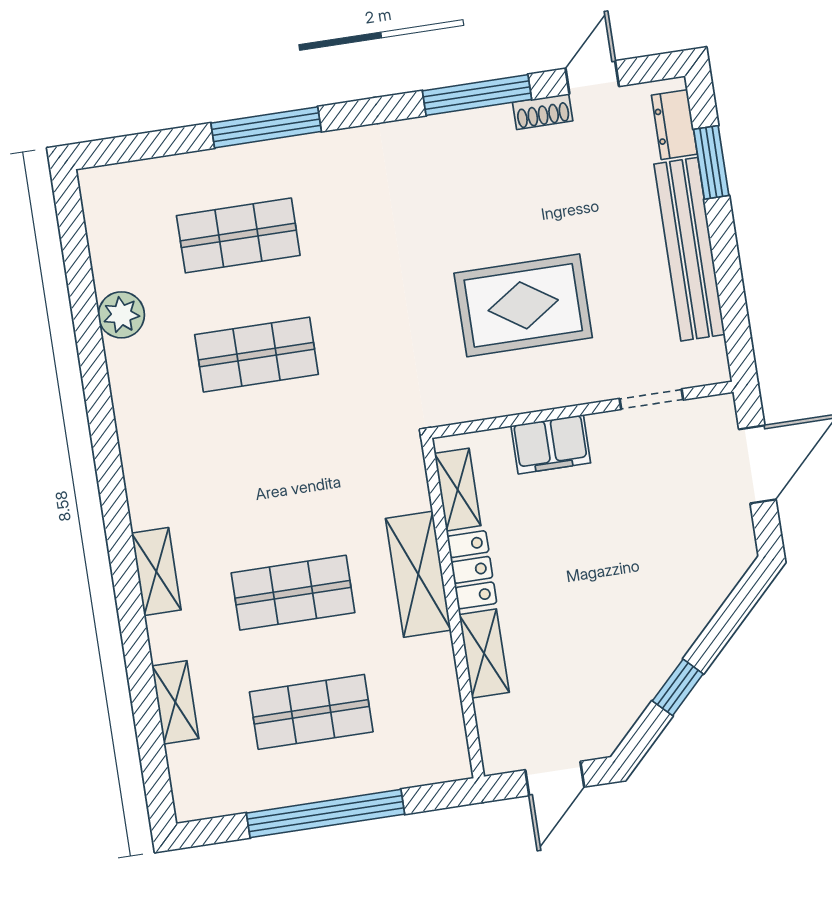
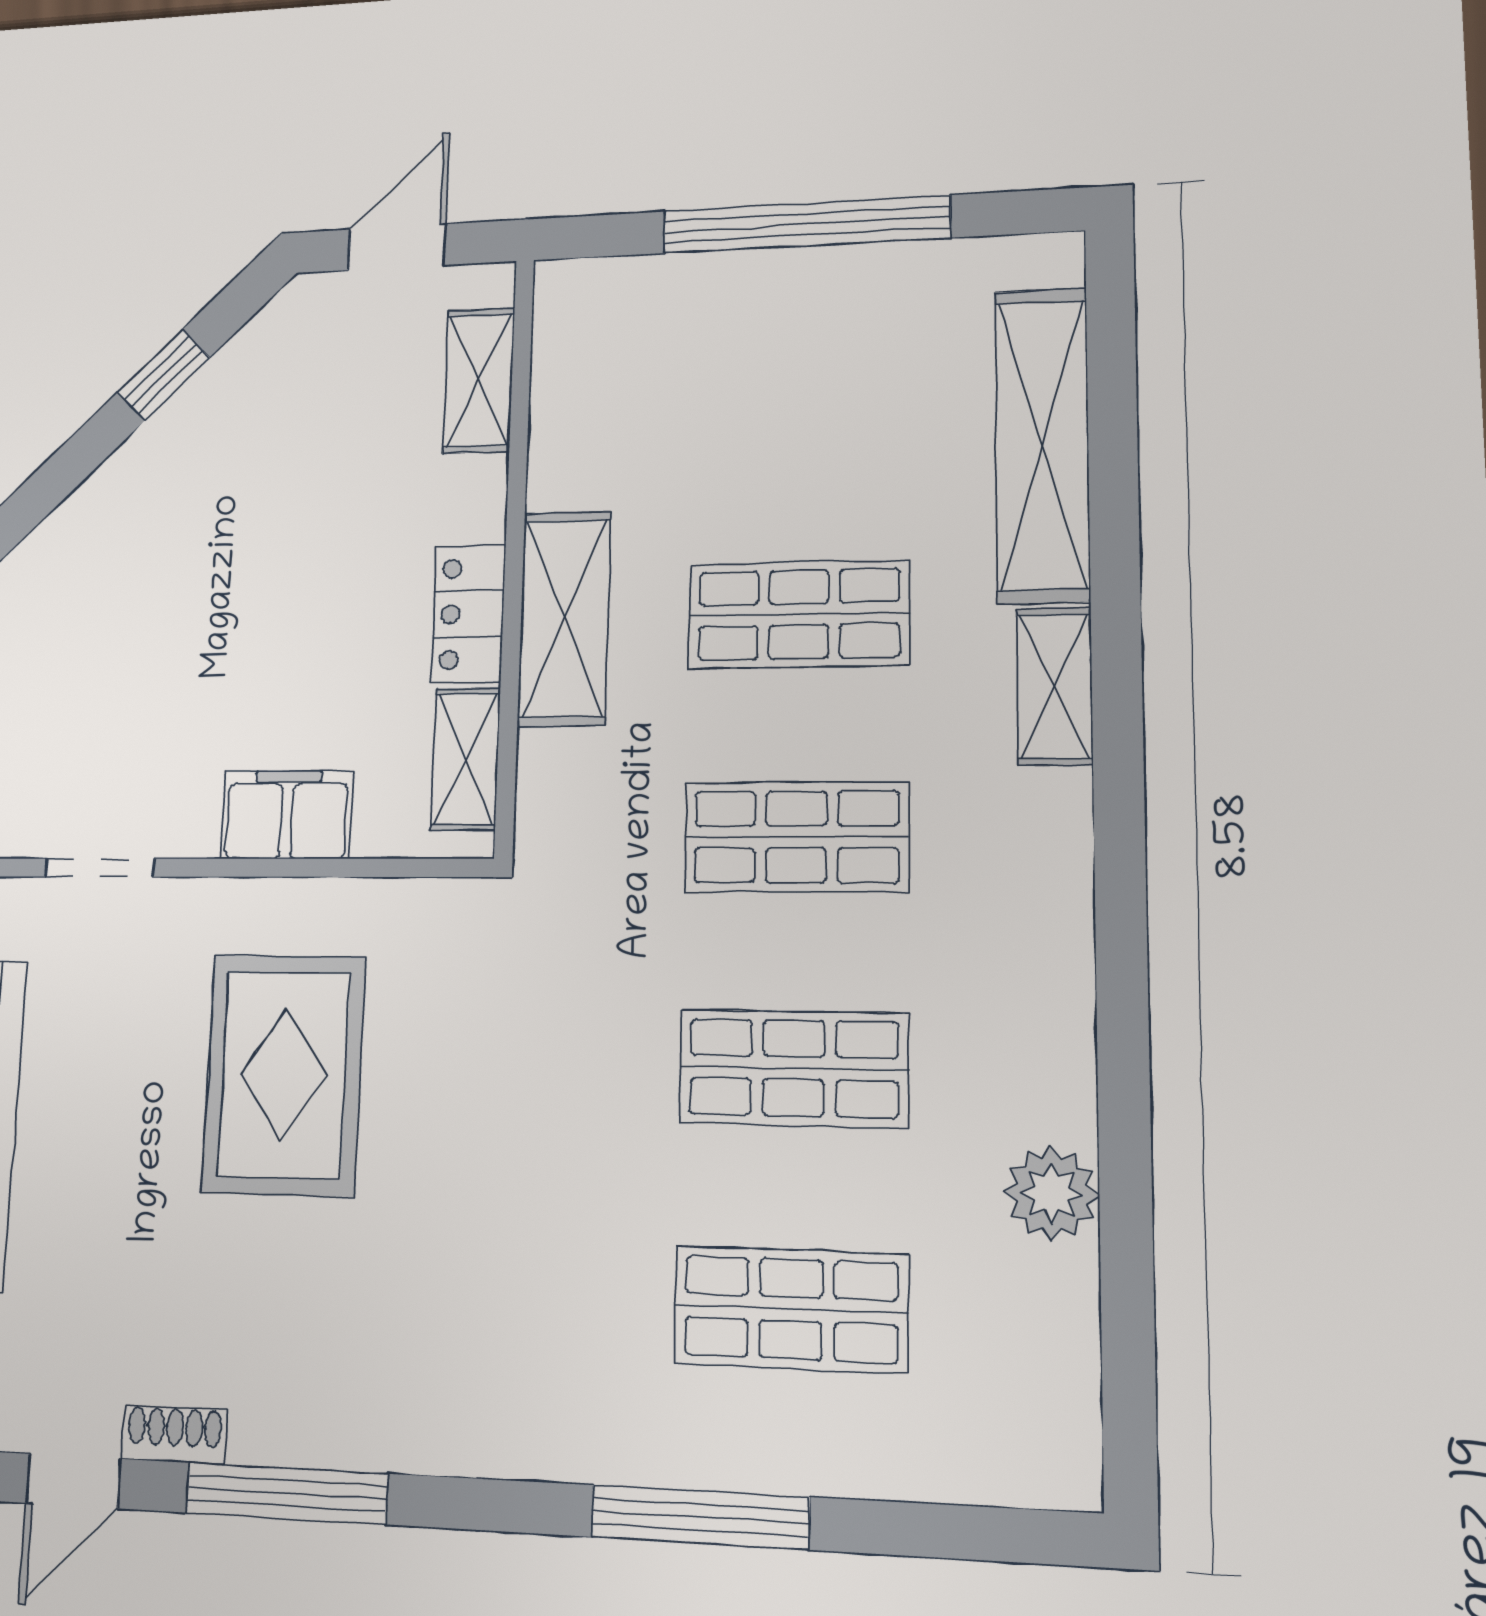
rug: (523, 305) -> (284, 1075), turned 90
shelving: (484, 654) -> (479, 381), moved
shelving: (175, 702) -> (1042, 444), width x2.20, depth x1.33
shop shelf: (311, 712) -> (796, 837), moved

